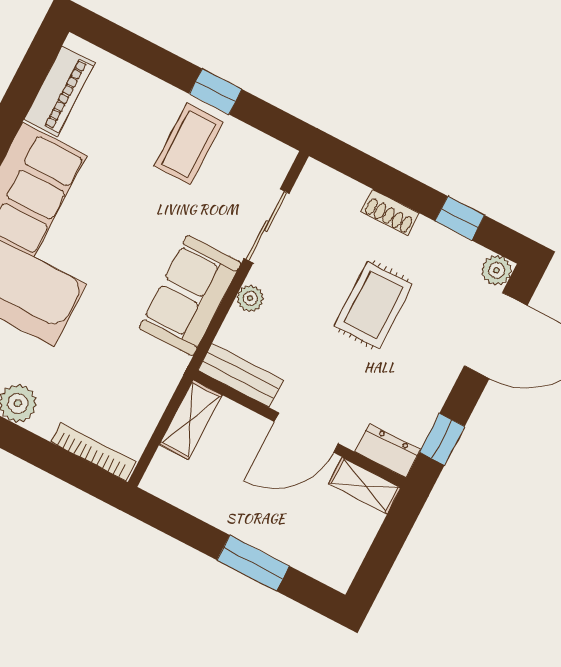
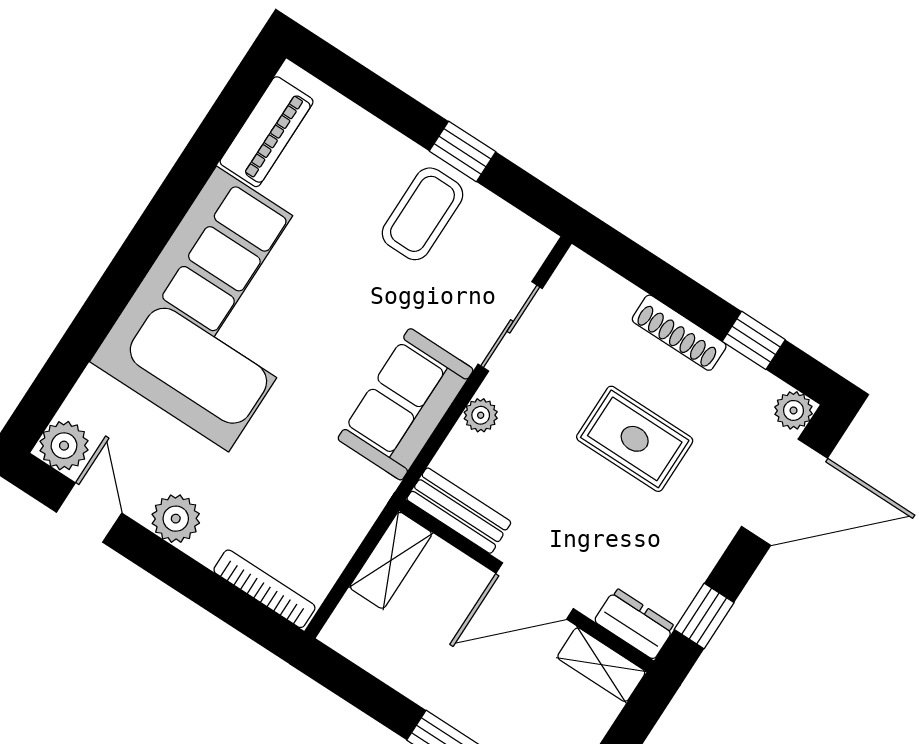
shoe rack: (390, 213) -> (679, 333), width x1.43
rug: (373, 305) -> (635, 439), turned 90

